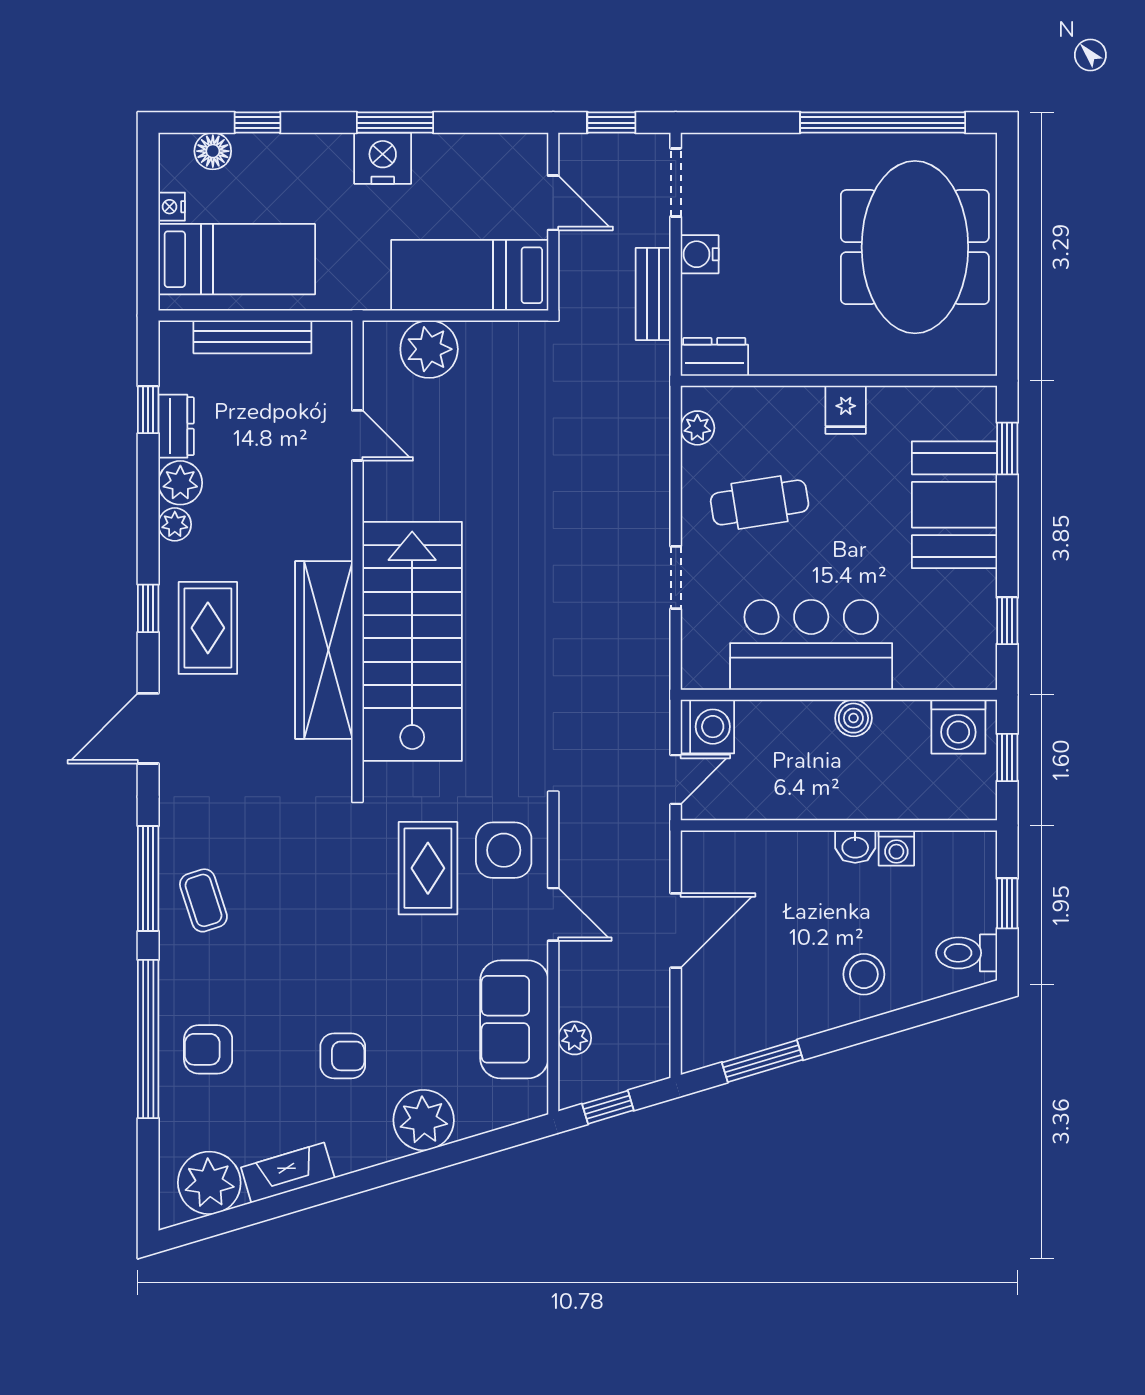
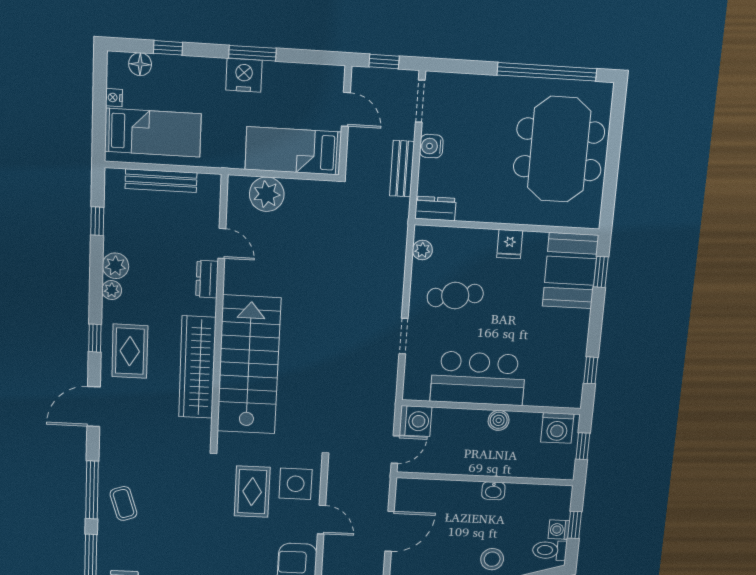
dresser: (176, 426) -> (207, 279), moved, turned 180
booth: (954, 505) -> (570, 271), moved
washing machine: (896, 848) -> (559, 530), moved, turned 90

